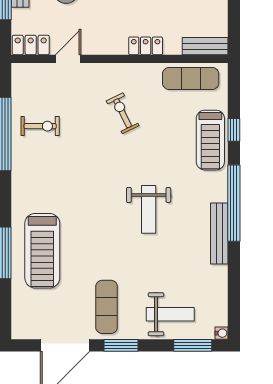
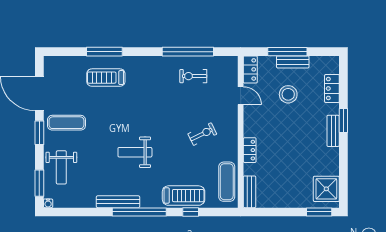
exercise bike: (40, 126) -> (193, 76), turned 90
treadmill: (210, 140) -> (184, 196), turned 180
treadmill: (42, 251) -> (106, 78), width x0.73, depth x0.73

